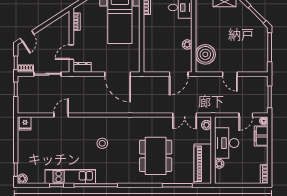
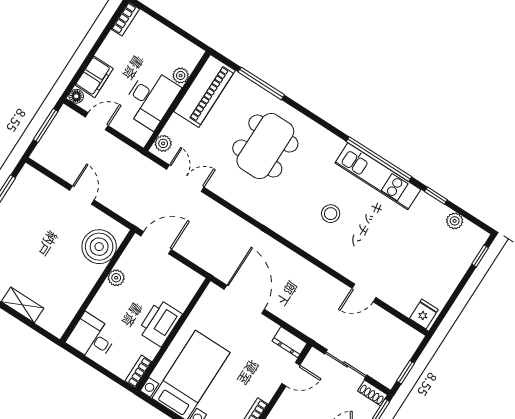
printer: (152, 36) -> (160, 323), added
kitchen unit: (70, 176) -> (378, 176), moved
plant: (22, 179) -> (455, 221), moved

